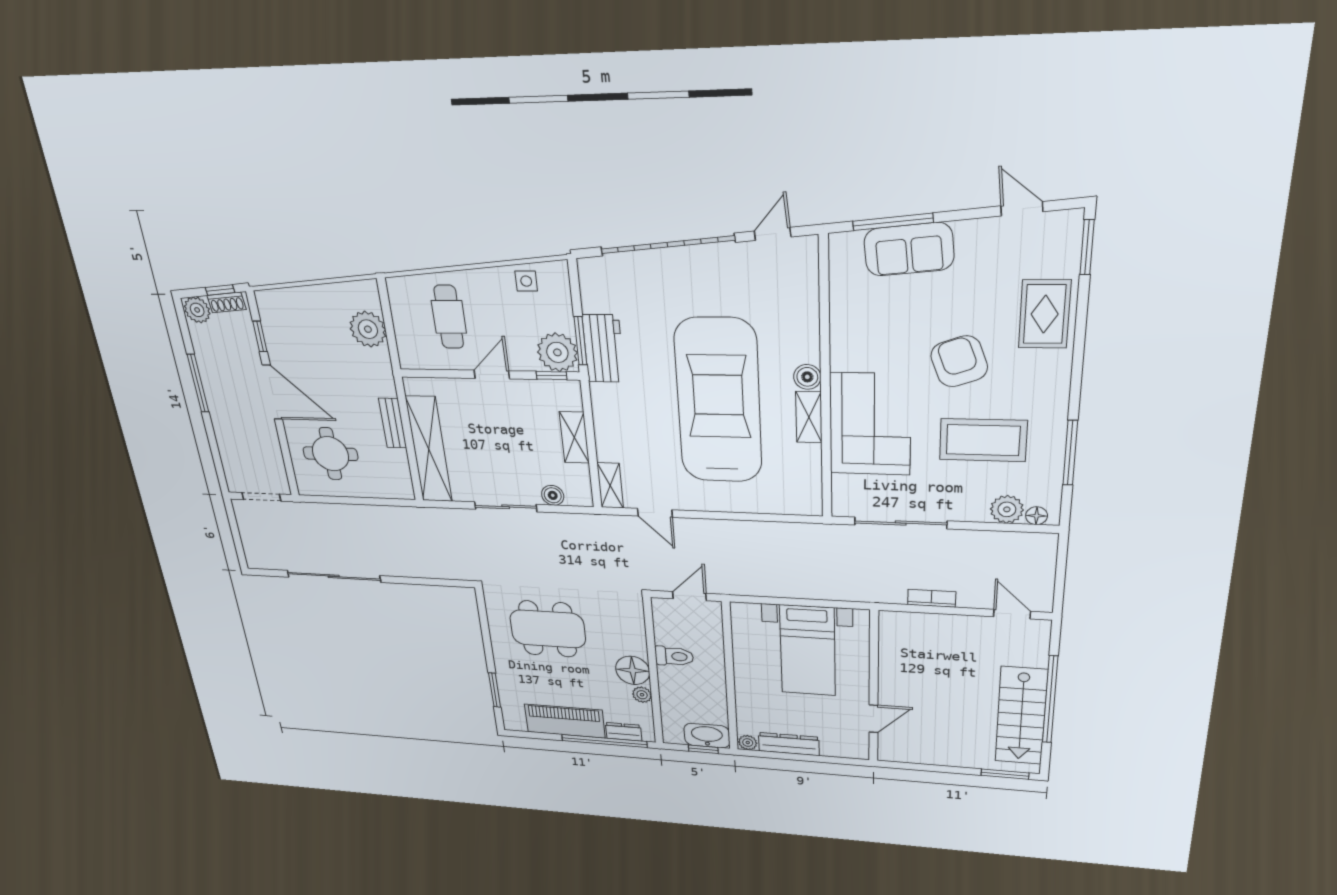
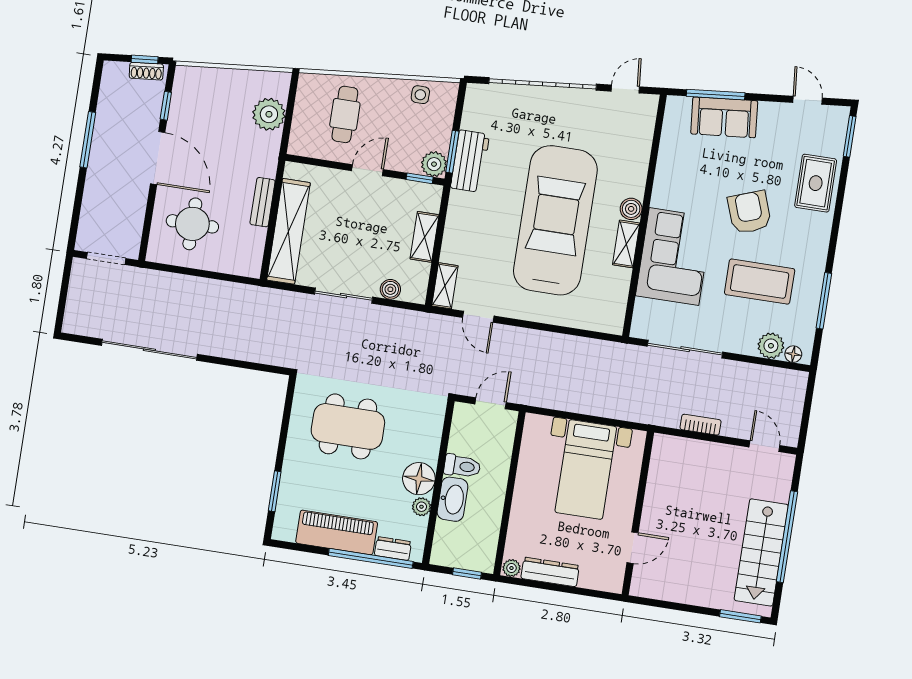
plant: (197, 310) -> (115, 73), removed
plant: (557, 352) -> (434, 164), width x0.73, depth x0.73
washbasin: (707, 736) -> (452, 499), moved, turned 90

